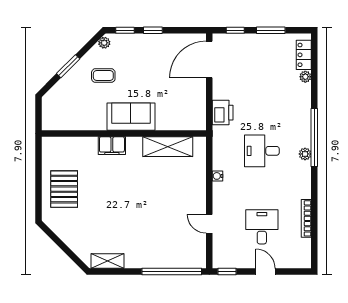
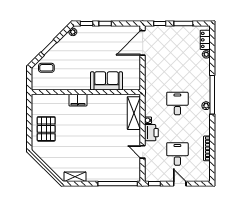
coffee table: (103, 76) -> (46, 68), moved
printer: (223, 113) -> (151, 133), moved
sofa: (131, 117) -> (106, 81), moved
shelving: (168, 147) -> (134, 113), moved, turned 90
desk: (262, 151) -> (177, 104), turned 90

